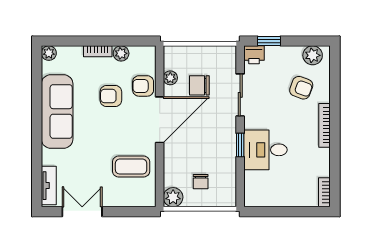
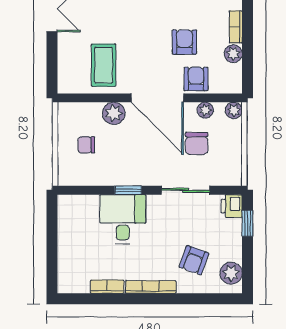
plant: (171, 53) -> (234, 110), added
chair: (199, 85) -> (197, 143), turned 180
bookcase: (324, 192) -> (107, 287), moved
plant: (173, 197) -> (114, 113), moved

